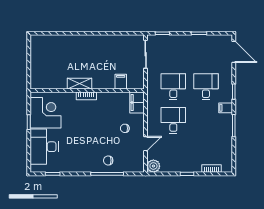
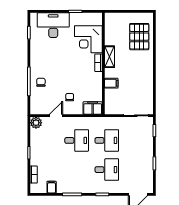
pallet: (57, 50) -> (139, 37), added
filing cabinet: (121, 82) -> (111, 83), moved
filing cabinet: (226, 108) -> (52, 187), moved
corner desk: (46, 113) -> (88, 39), moved, turned 90
door: (146, 144) -> (56, 116), swing flipped

